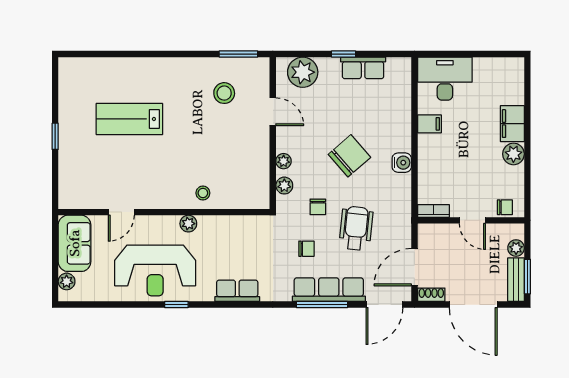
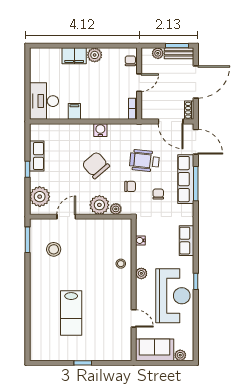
plant: (284, 161) -> (99, 205), width x1.88, depth x1.88
water cooler: (237, 222) -> (140, 240), added

